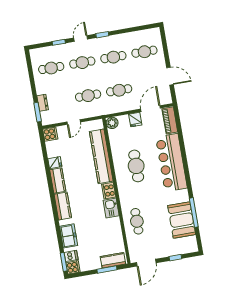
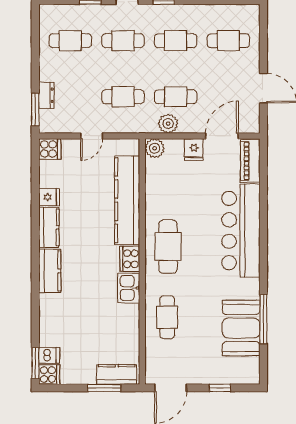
plant: (117, 107) -> (168, 124), added
cafe table: (136, 166) -> (168, 247), moved
freezer: (69, 236) -> (51, 322), removed

